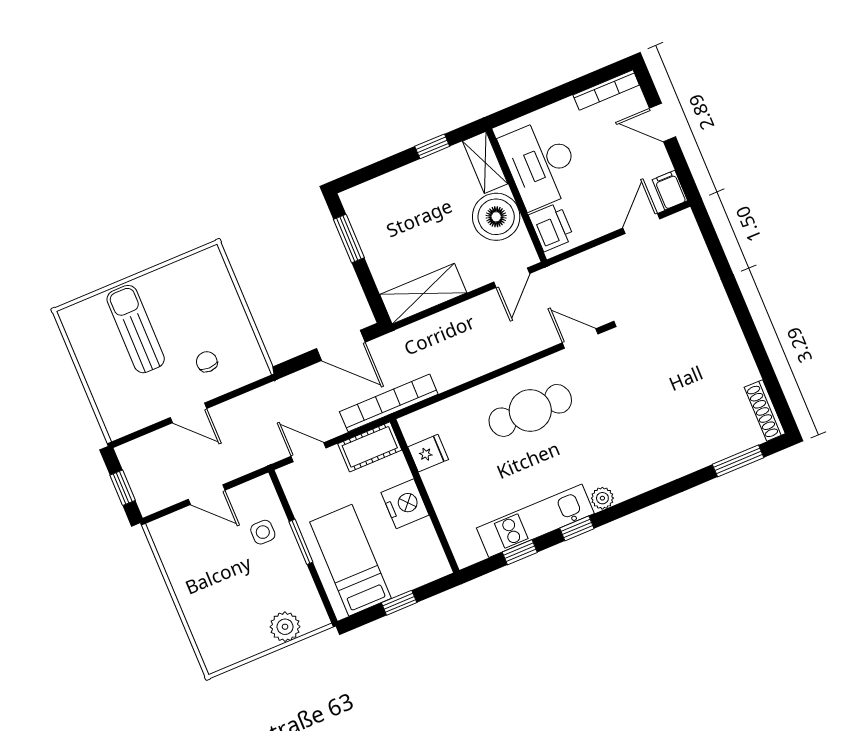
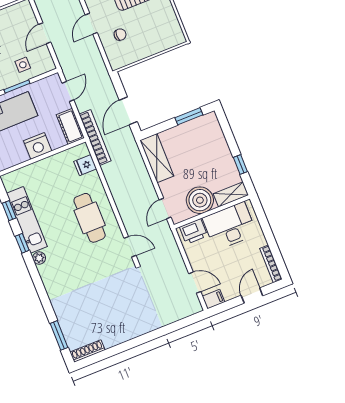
door: (512, 278) -> (165, 208), hinge flipped
door: (580, 338) -> (130, 247), hinge flipped
fridge: (428, 453) -> (85, 165), moved, turned 90

